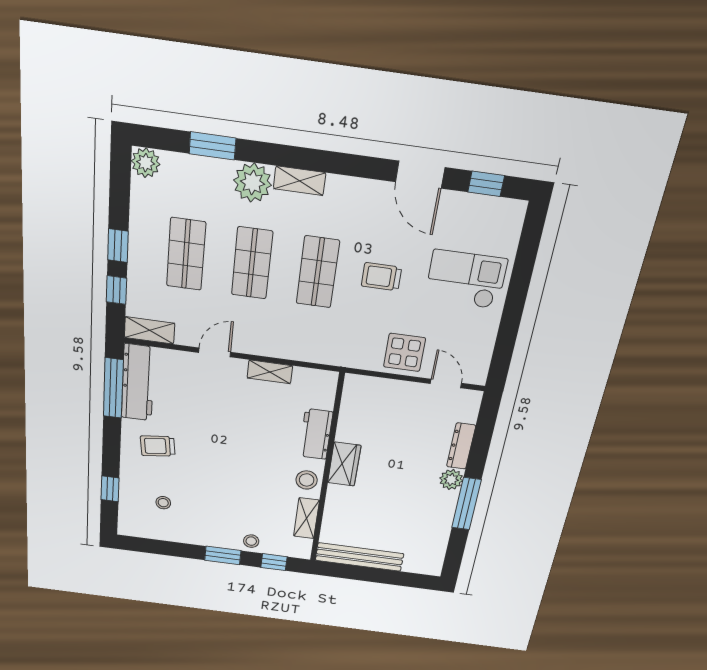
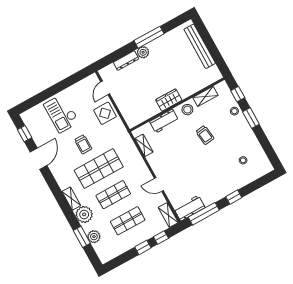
plant: (146, 163) -> (94, 237), moved
shop shelf: (318, 272) -> (99, 169), width x1.43, depth x1.36
shelving: (270, 372) -> (144, 145), moved
workbench: (138, 383) -> (190, 208), width x0.73
trolley: (158, 446) -> (205, 135), moved
window: (110, 489) -> (234, 197), moved
bench: (359, 557) -> (200, 46), moved

